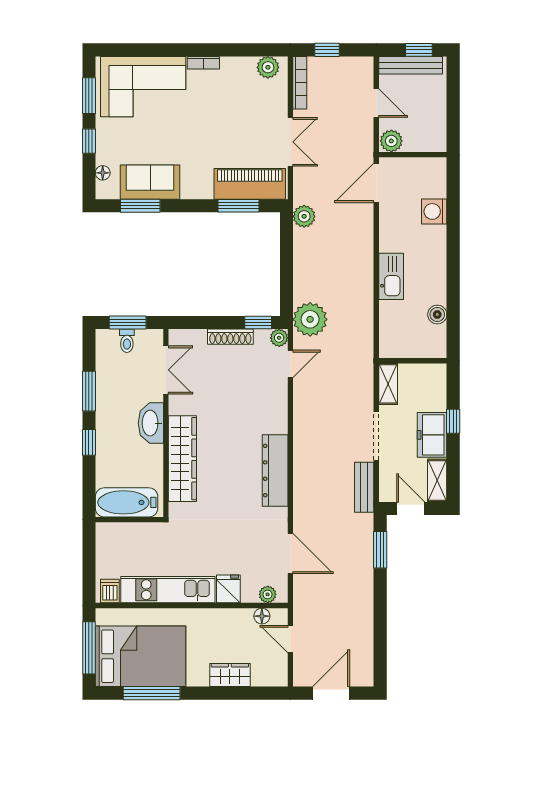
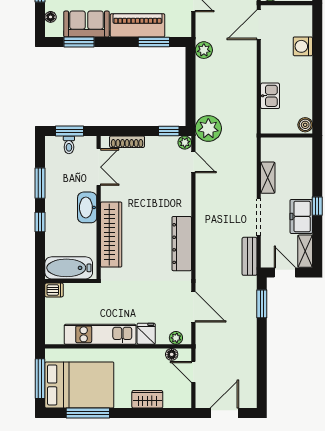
piano: (250, 184) -> (138, 25), moved
kitchen sink: (391, 276) -> (270, 96), width x0.73
shoe rack: (230, 337) -> (127, 142), moved
wall: (413, 361) -> (287, 135), moved
door: (290, 364) -> (193, 162), hinge flipped
dishwasher: (110, 591) -> (54, 290), moved, turned 90

